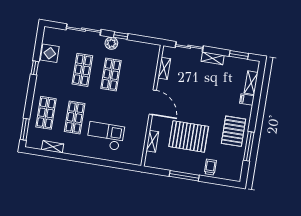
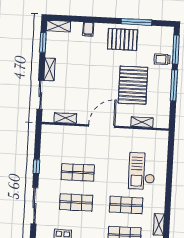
plant: (111, 43) -> (45, 175), removed
shelving: (251, 83) -> (59, 26), moved
window: (218, 181) -> (176, 50), added

